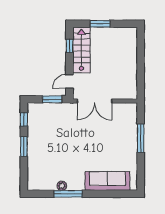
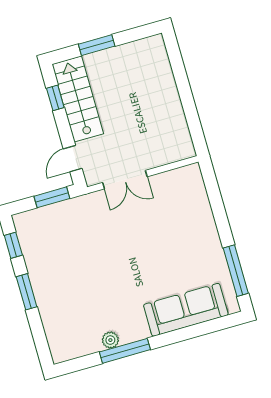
double door: (95, 101) -> (125, 180), width x0.73
window: (141, 138) -> (236, 271), moved

